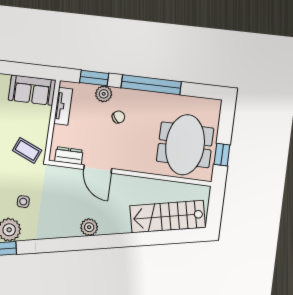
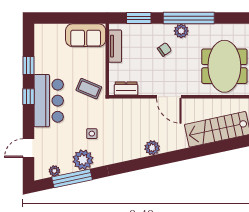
plant: (104, 94) -> (181, 31), moved
door: (98, 169) -> (169, 97), moved

